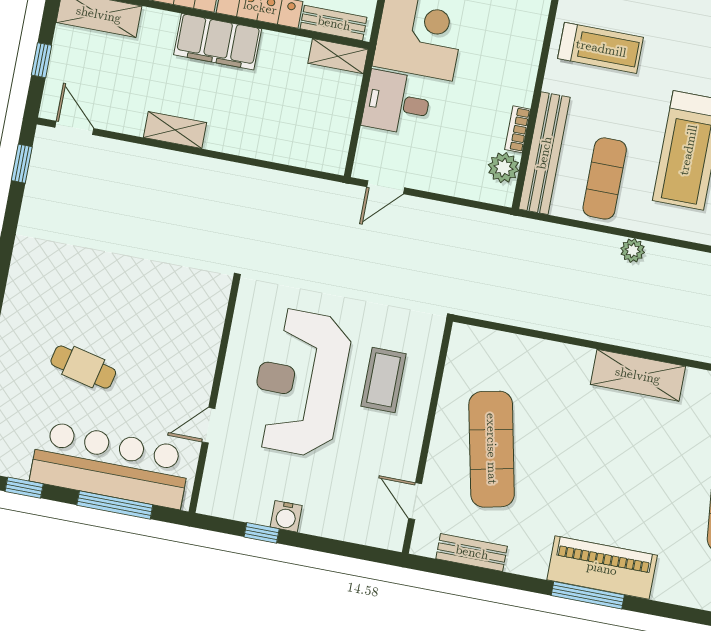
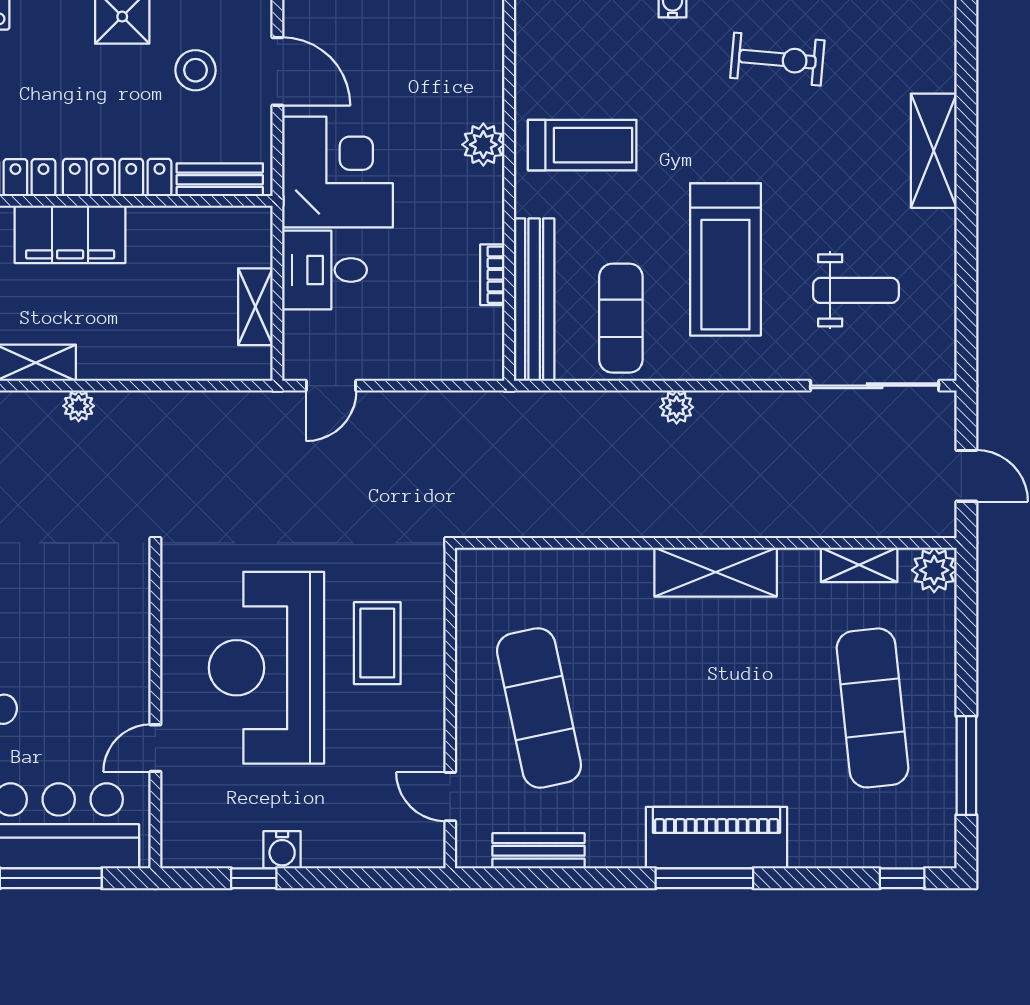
shelving: (338, 56) -> (255, 307), moved, turned 90
plant: (200, 167) -> (79, 406), added
plant: (504, 168) -> (483, 145), moved

